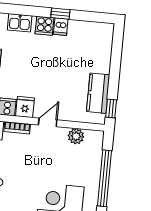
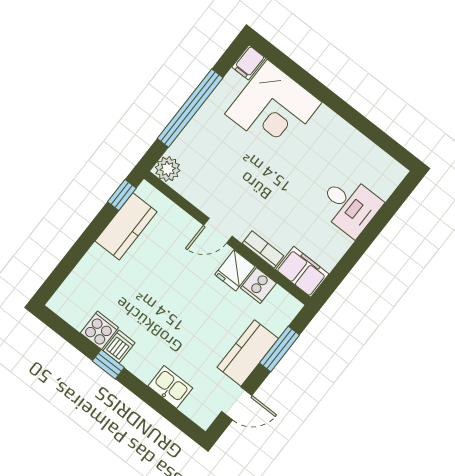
cooker: (44, 26) -> (99, 330), moved
plant: (76, 136) -> (168, 169), moved

